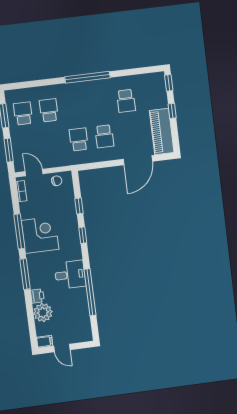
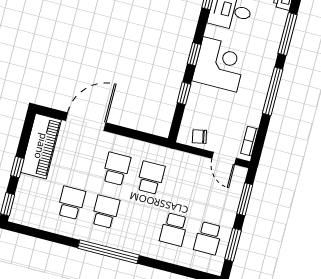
school desk: (100, 104) -> (105, 212), added
school desk: (79, 140) -> (151, 178), turned 180
corner desk: (40, 235) -> (220, 64), moved, turned 180

